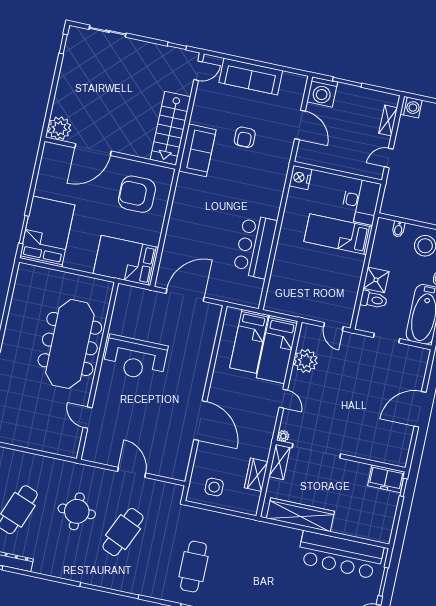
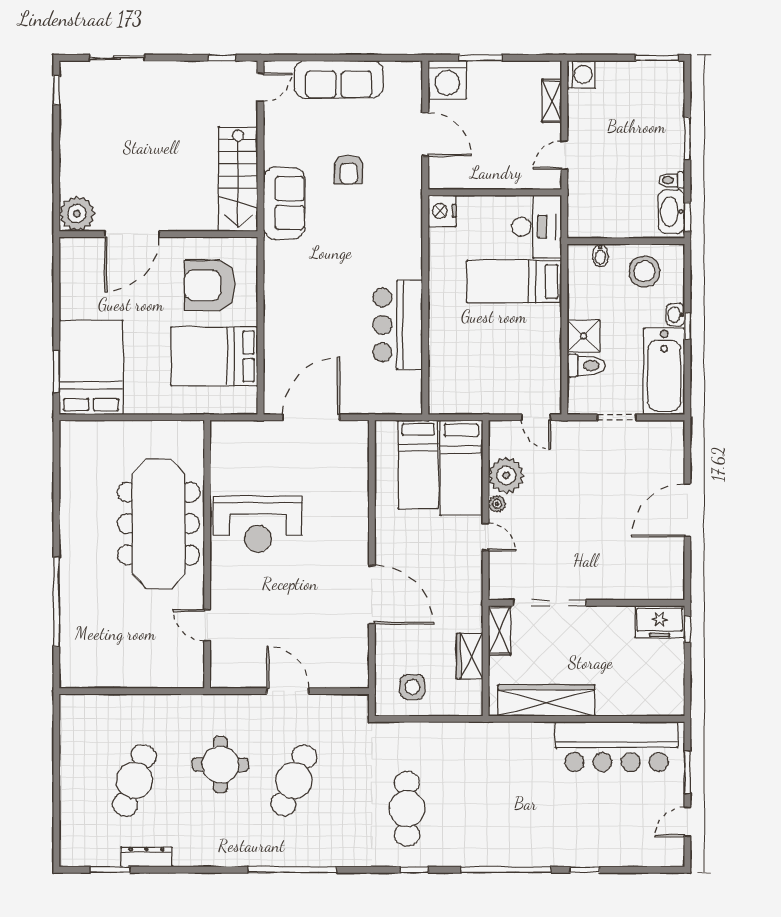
bed: (126, 261) -> (214, 356), moved
plant: (283, 436) -> (497, 504), moved

